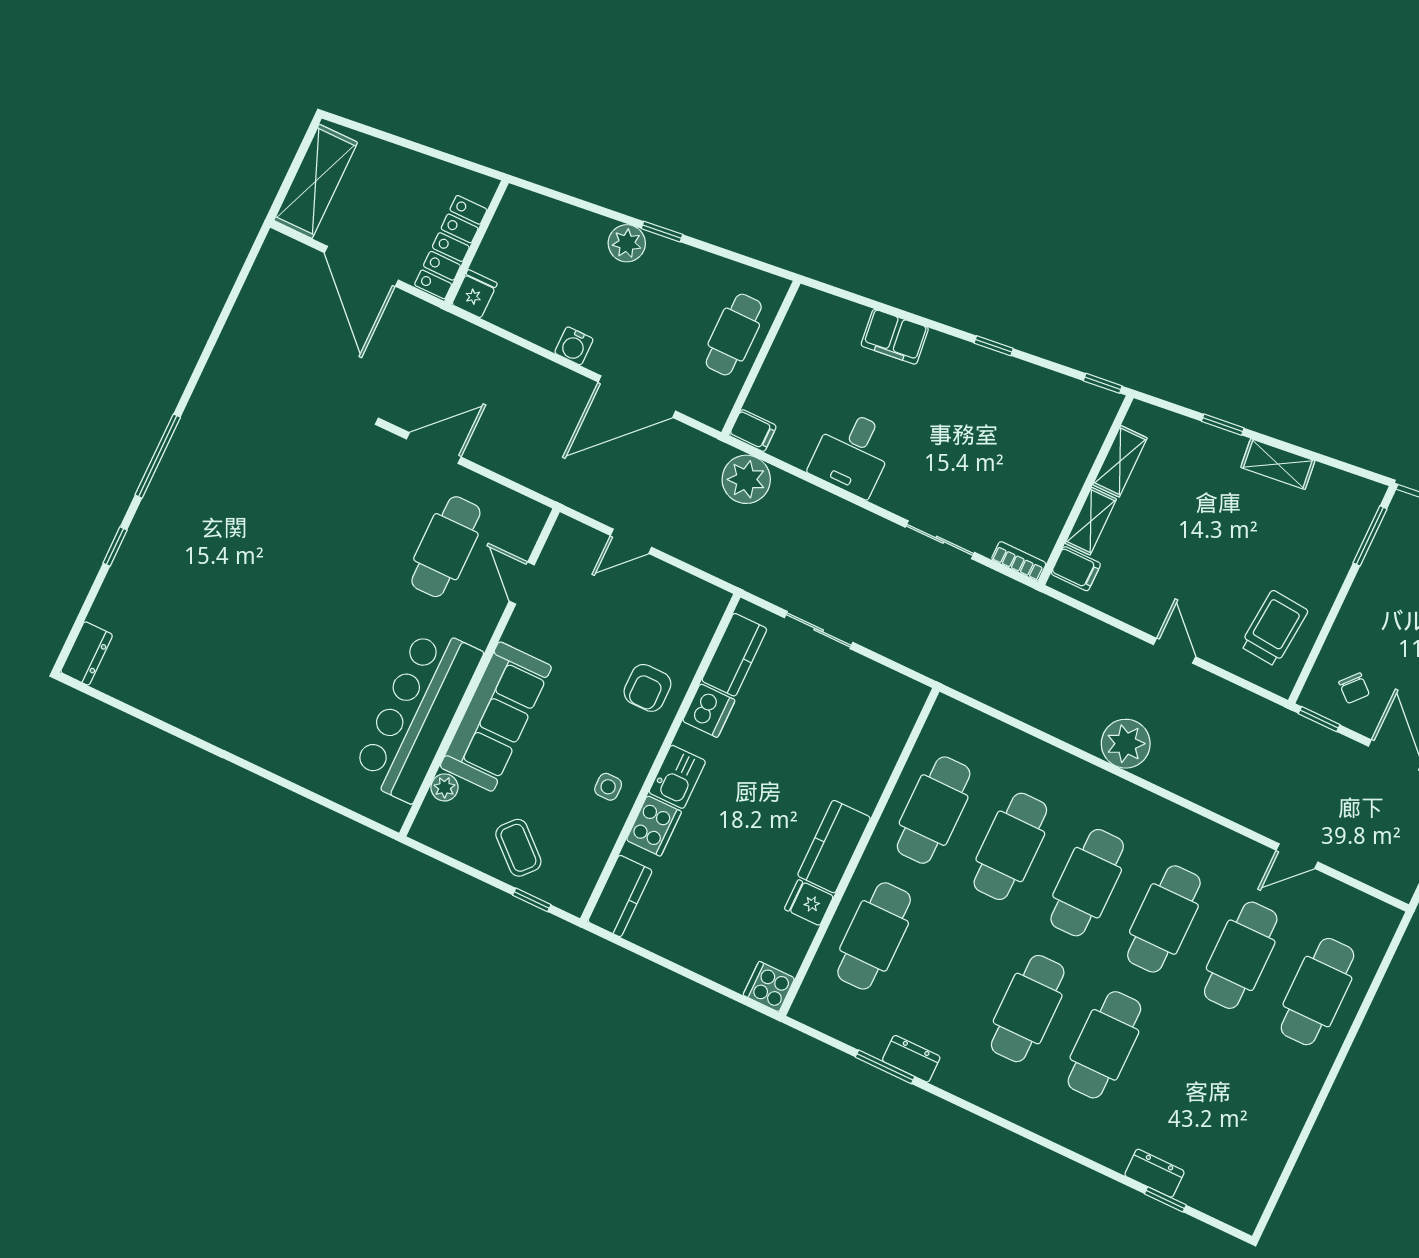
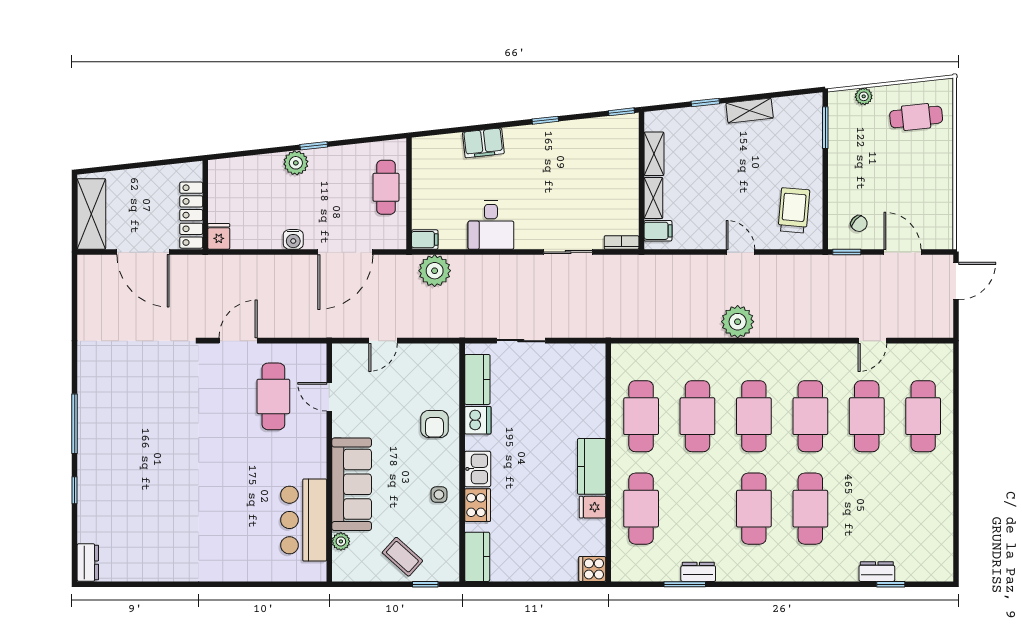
bar counter: (417, 714) -> (304, 520), width x0.73

